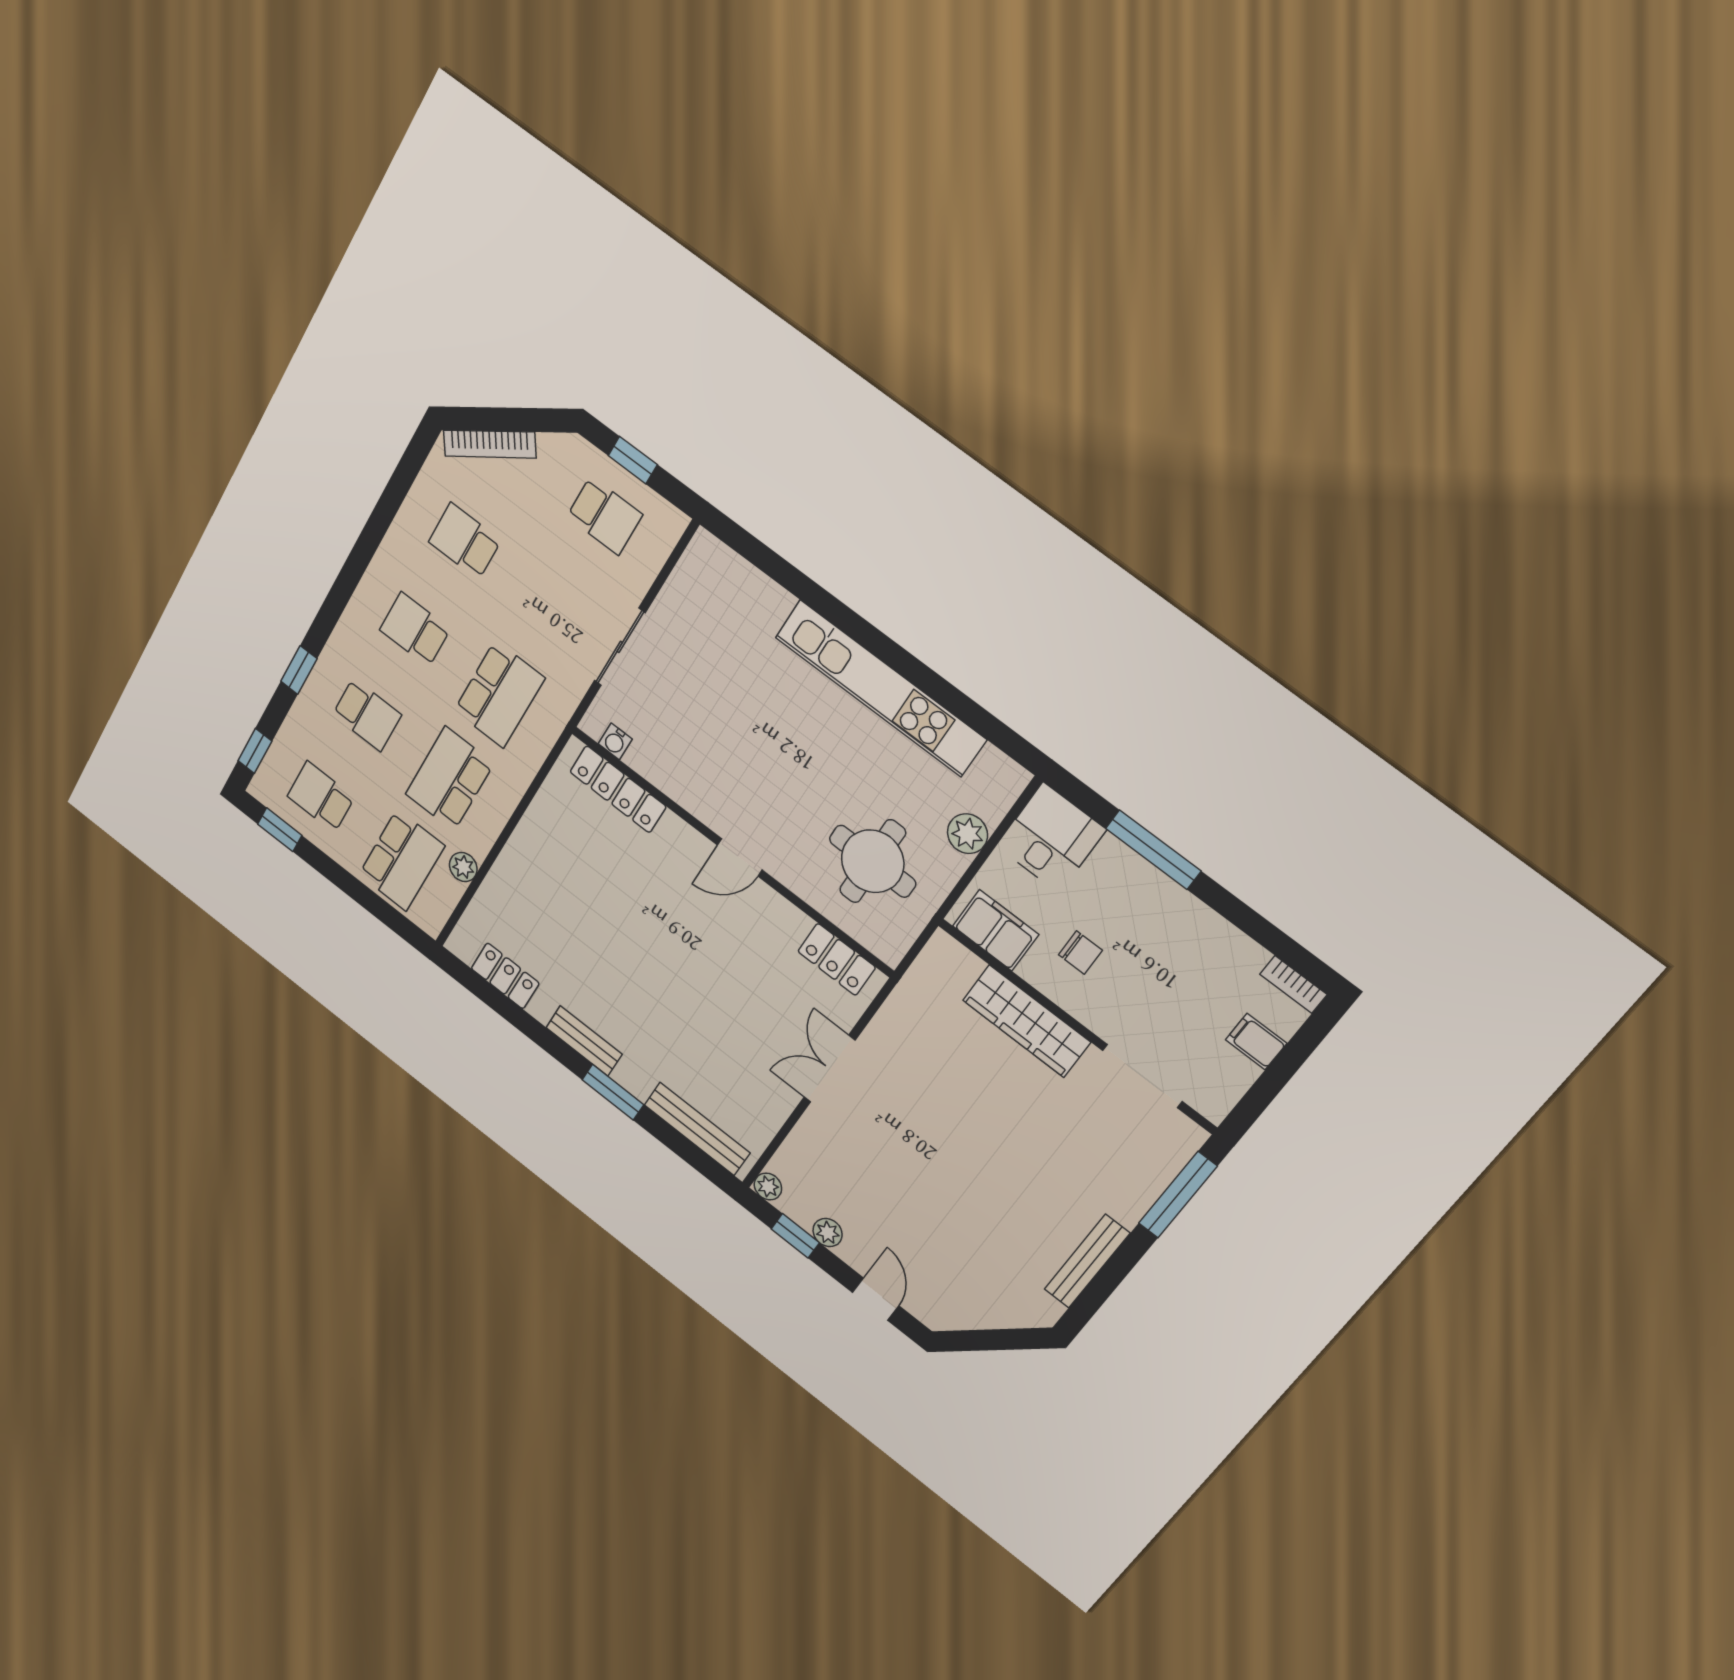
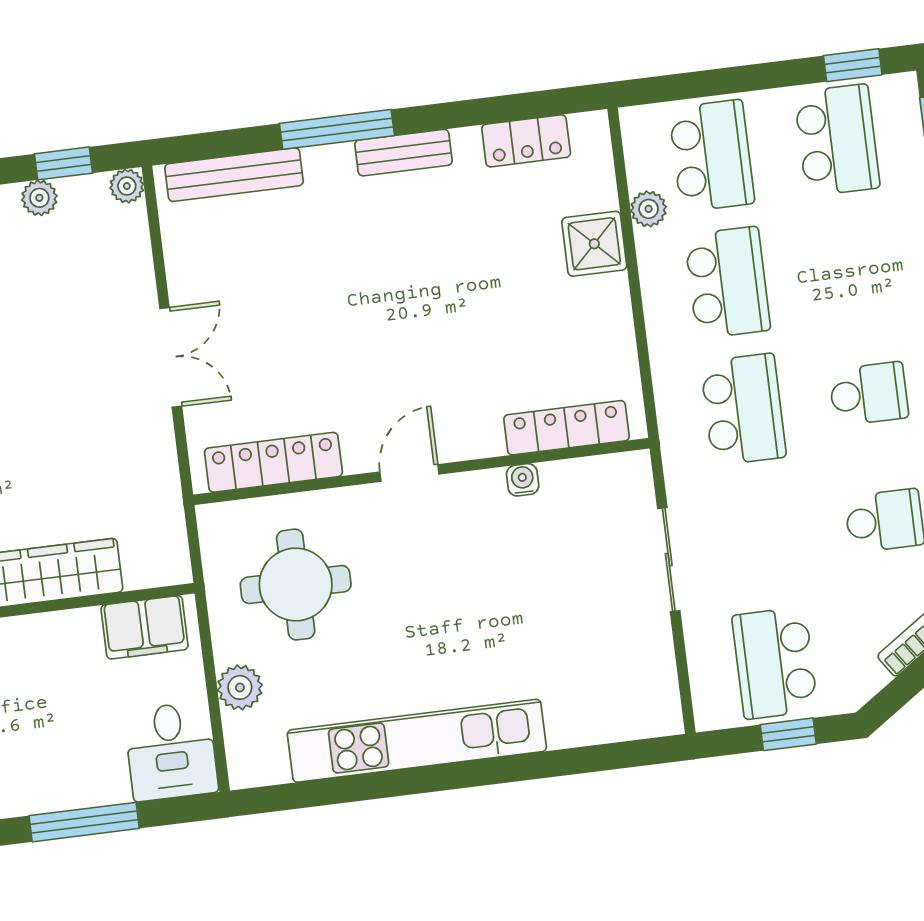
school desk: (605, 516) -> (775, 663), width x1.85
school desk: (499, 694) -> (743, 409), turned 180
school desk: (367, 715) -> (853, 267), removed
water cooler: (615, 741) -> (523, 480), moved
school desk: (321, 797) -> (837, 140), width x1.85
school desk: (402, 860) -> (712, 156), turned 180
shower: (512, 879) -> (594, 244), added
chair: (1080, 952) -> (62, 678), removed
locker: (837, 959) -> (273, 462), width x1.53
window: (613, 1092) -> (337, 129), width x1.44

